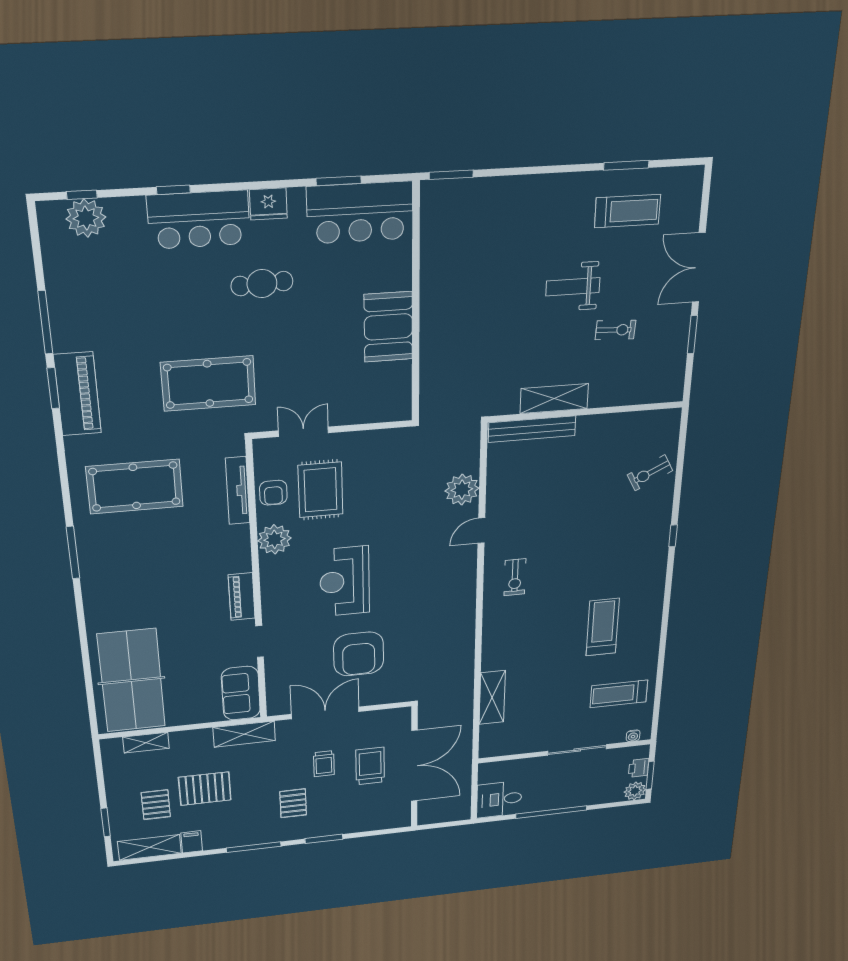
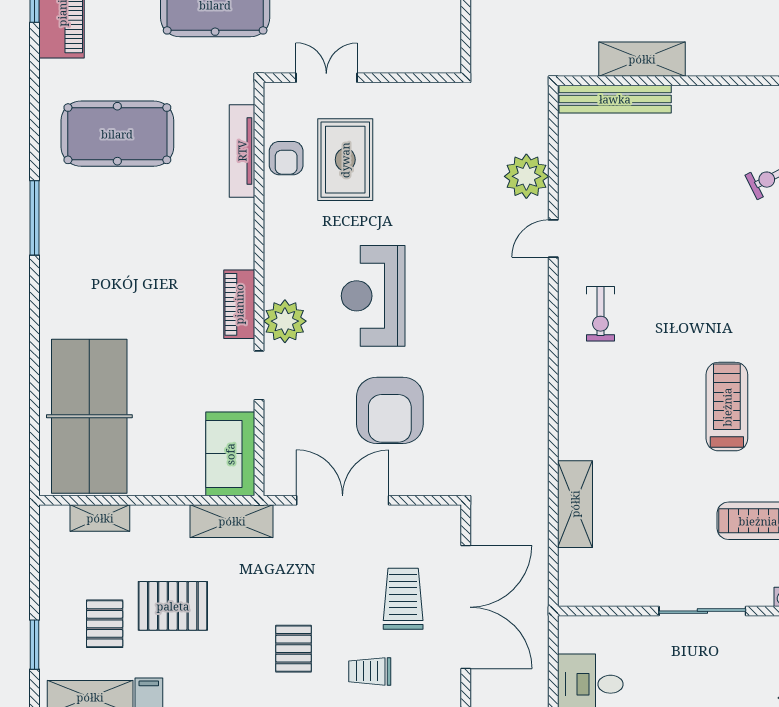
plant: (274, 539) -> (285, 321), moved
trolley: (324, 764) -> (370, 671), moved, turned 90

